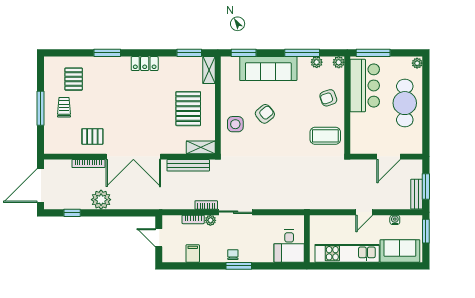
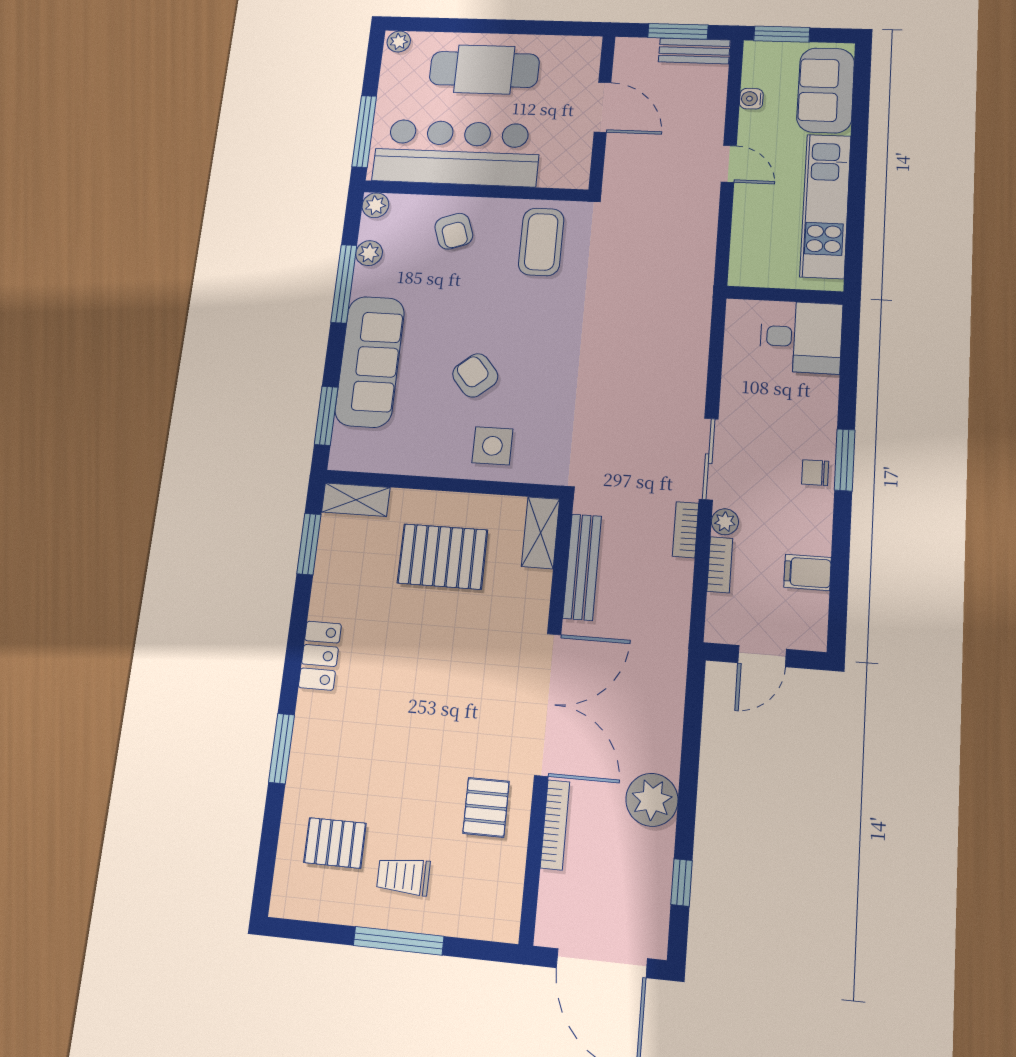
bar counter: (365, 85) -> (457, 153), width x1.36

